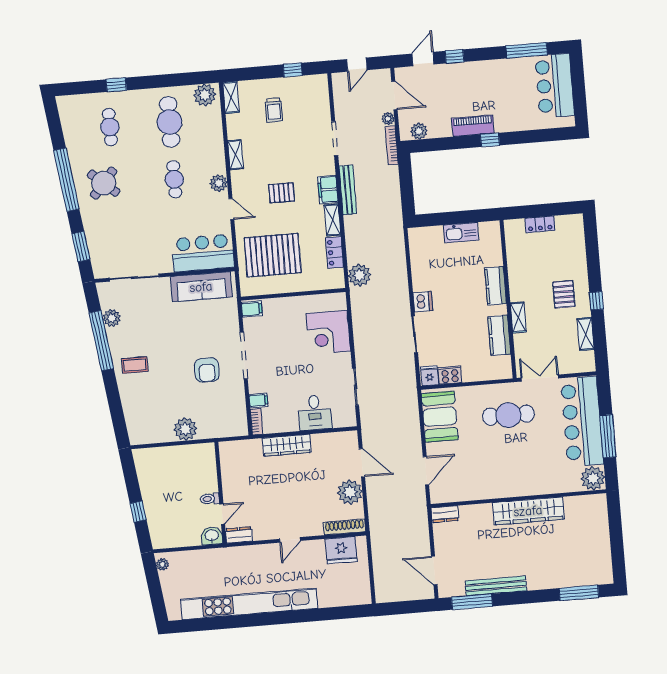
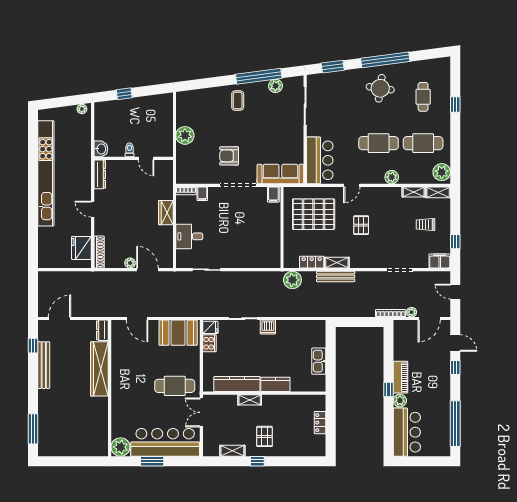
window: (527, 50) -> (455, 424), width x1.46
bar counter: (555, 86) -> (407, 432), moved, turned 90
cafe table: (110, 127) -> (423, 97), turned 90
plant: (419, 131) -> (400, 401), moved
shelving: (235, 155) -> (414, 192), moved
cafe table: (174, 179) -> (379, 143), width x1.37, depth x1.35
round table: (104, 183) -> (380, 88), turned -33
plant: (219, 183) -> (392, 177), moved
filing cabinet: (328, 190) -> (440, 261), moved
bench: (348, 190) -> (336, 276), moved
pallet: (273, 255) -> (314, 214), turned 90
sofa: (201, 287) -> (280, 174), moved, turned 90
pallet: (564, 294) -> (264, 436), turned 90
corner desk: (328, 332) -> (250, 252), removed
kitchen counter: (499, 335) -> (237, 384), width x1.50
double door: (540, 378) -> (201, 412), swing flipped
cafe table: (508, 415) -> (175, 386), turned 90
window: (608, 436) -> (152, 461), width x0.69
wardrobe: (287, 445) -> (166, 213), width x0.67
door: (362, 463) -> (147, 270), swing flipped
plant: (350, 492) -> (130, 263), width x0.53, depth x0.53
wardrobe: (528, 511) -> (99, 369), moved
door: (222, 514) -> (146, 158), moved
dresser: (239, 535) -> (100, 174), width x1.44
window: (472, 602) -> (33, 346), width x0.46

